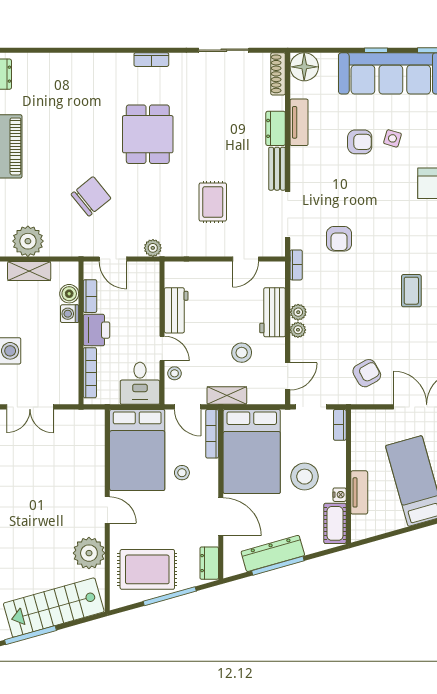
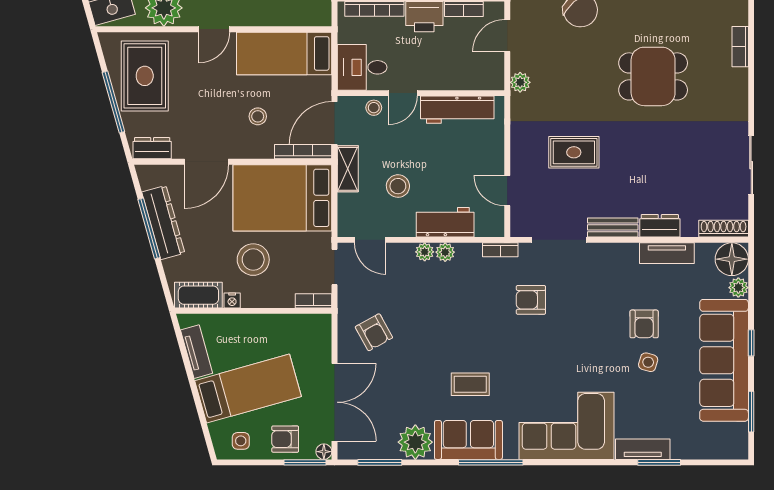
bookcase: (151, 60) -> (740, 47), moved
plant: (328, 61) -> (738, 288), added
workbench: (176, 310) -> (457, 110), width x1.38
door: (188, 407) -> (335, 123), width x1.38
bed: (137, 450) -> (284, 53), width x0.67
tv unit: (359, 492) -> (197, 352), moved, turned -106

